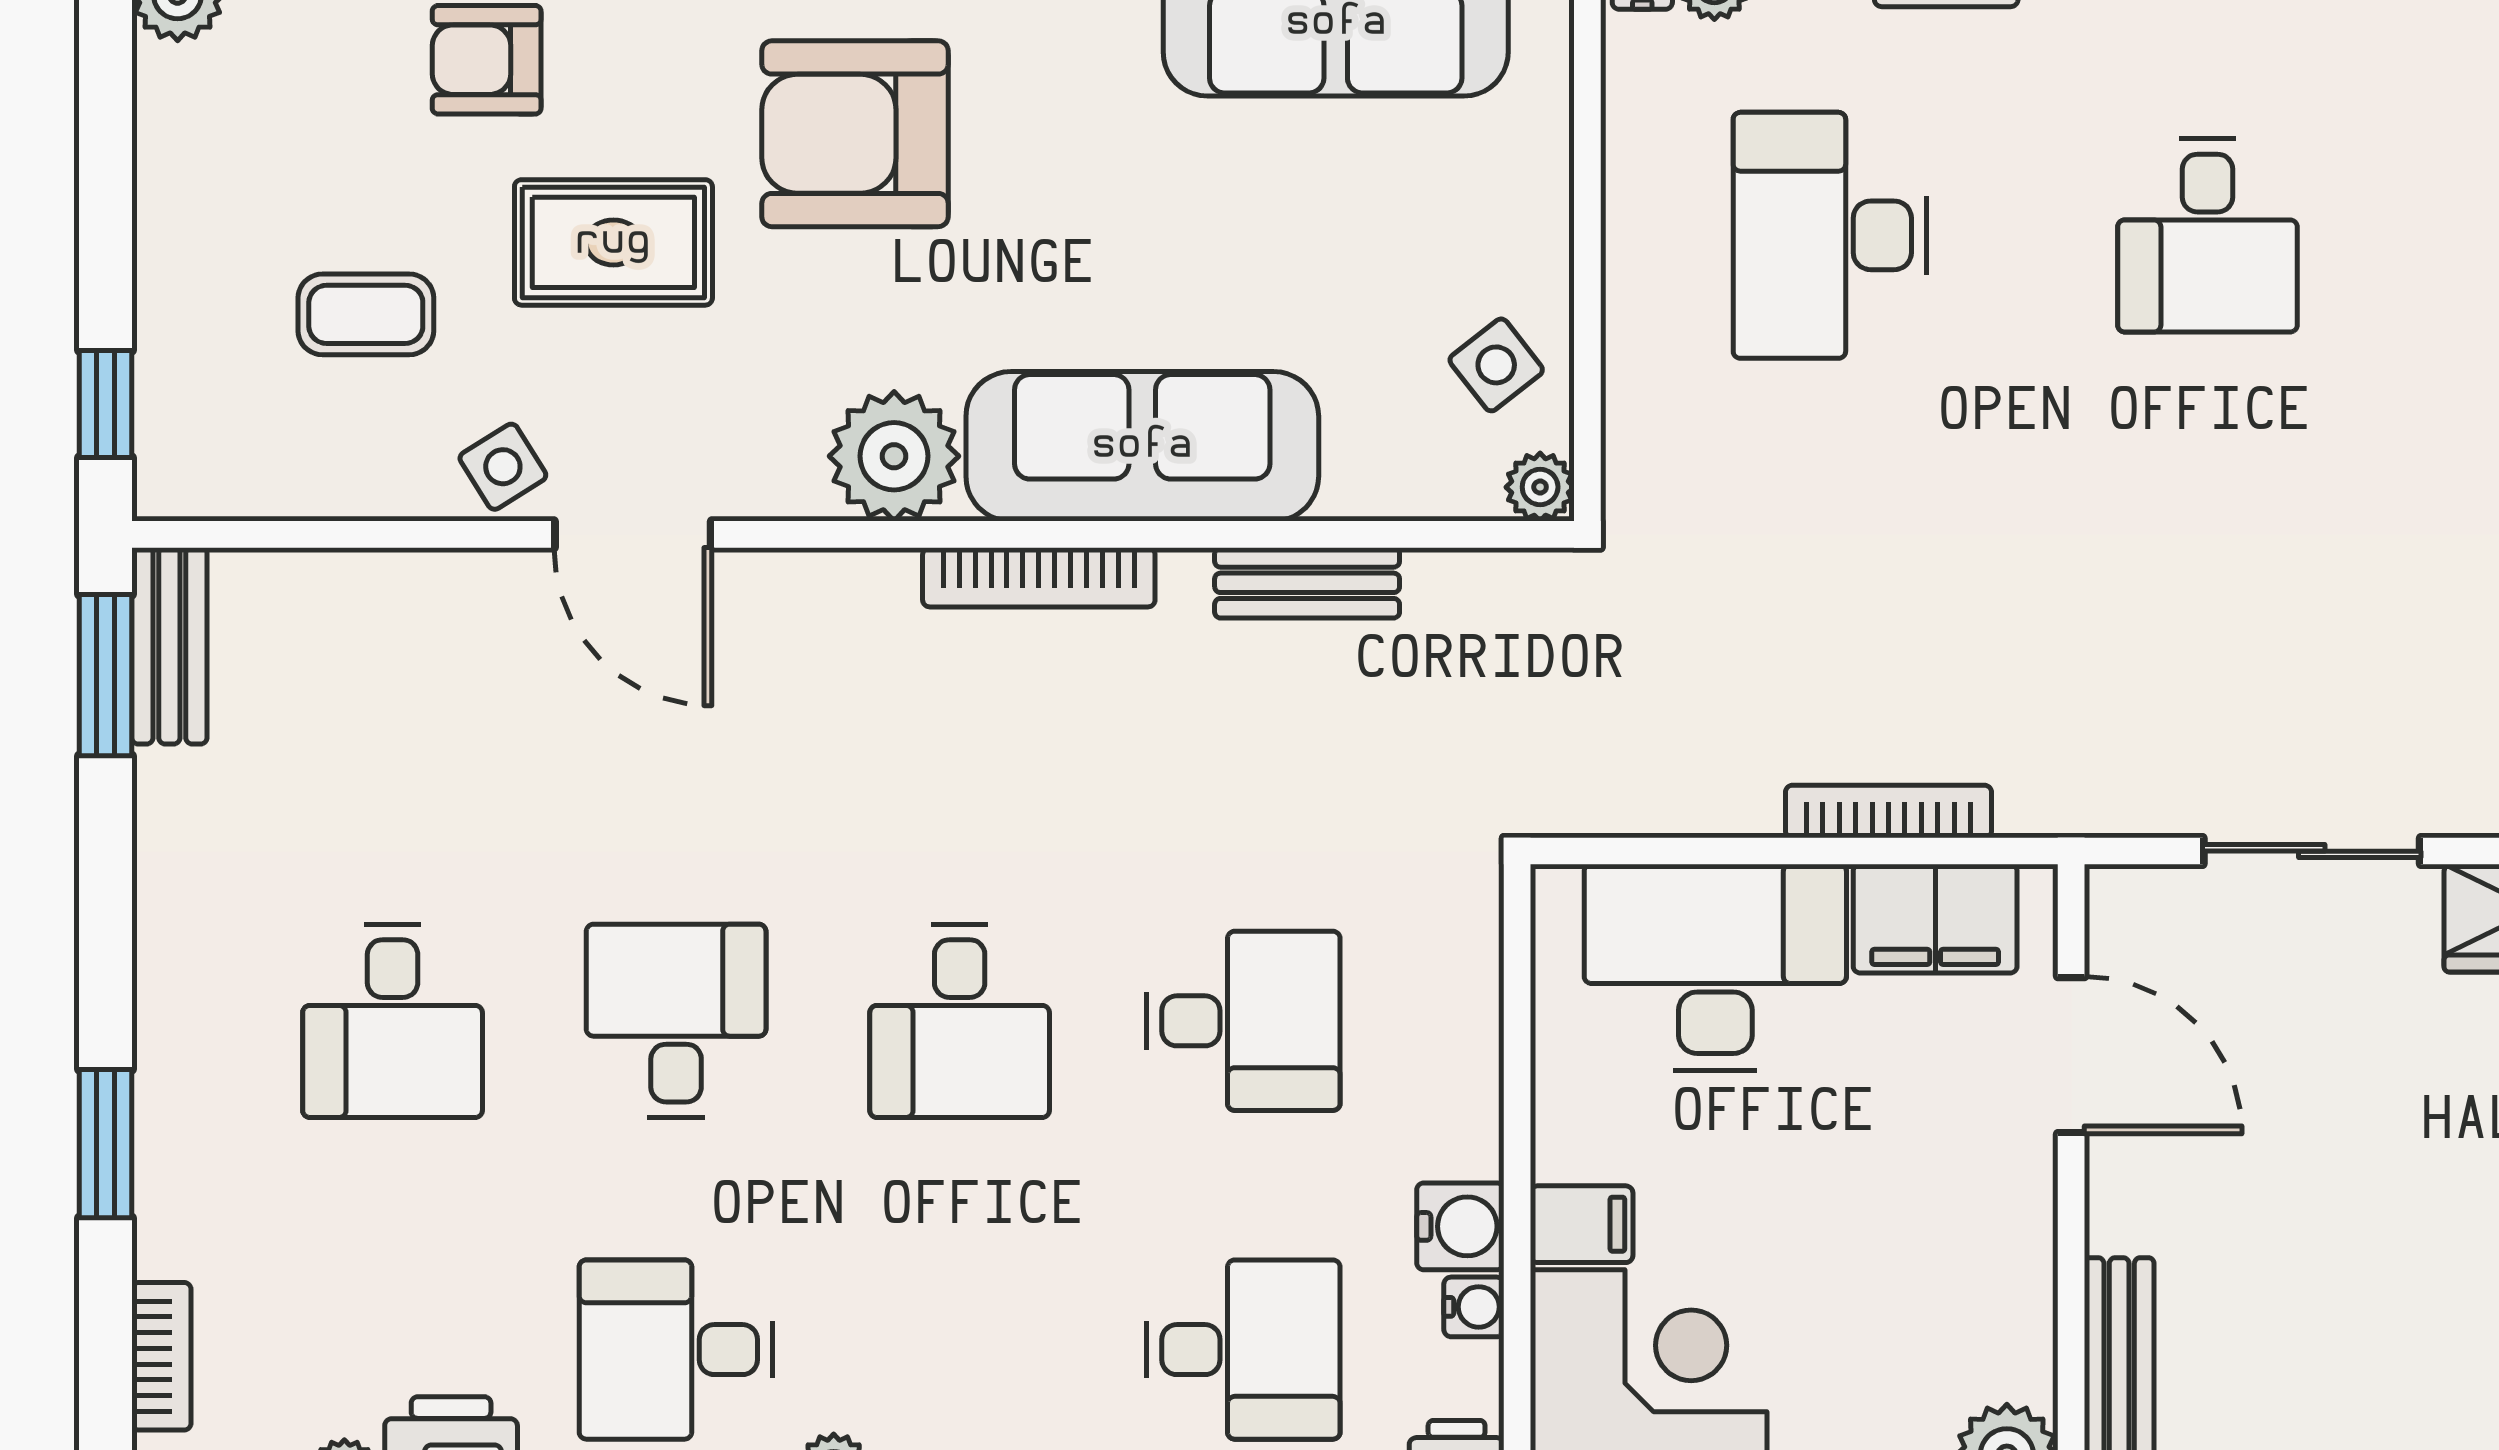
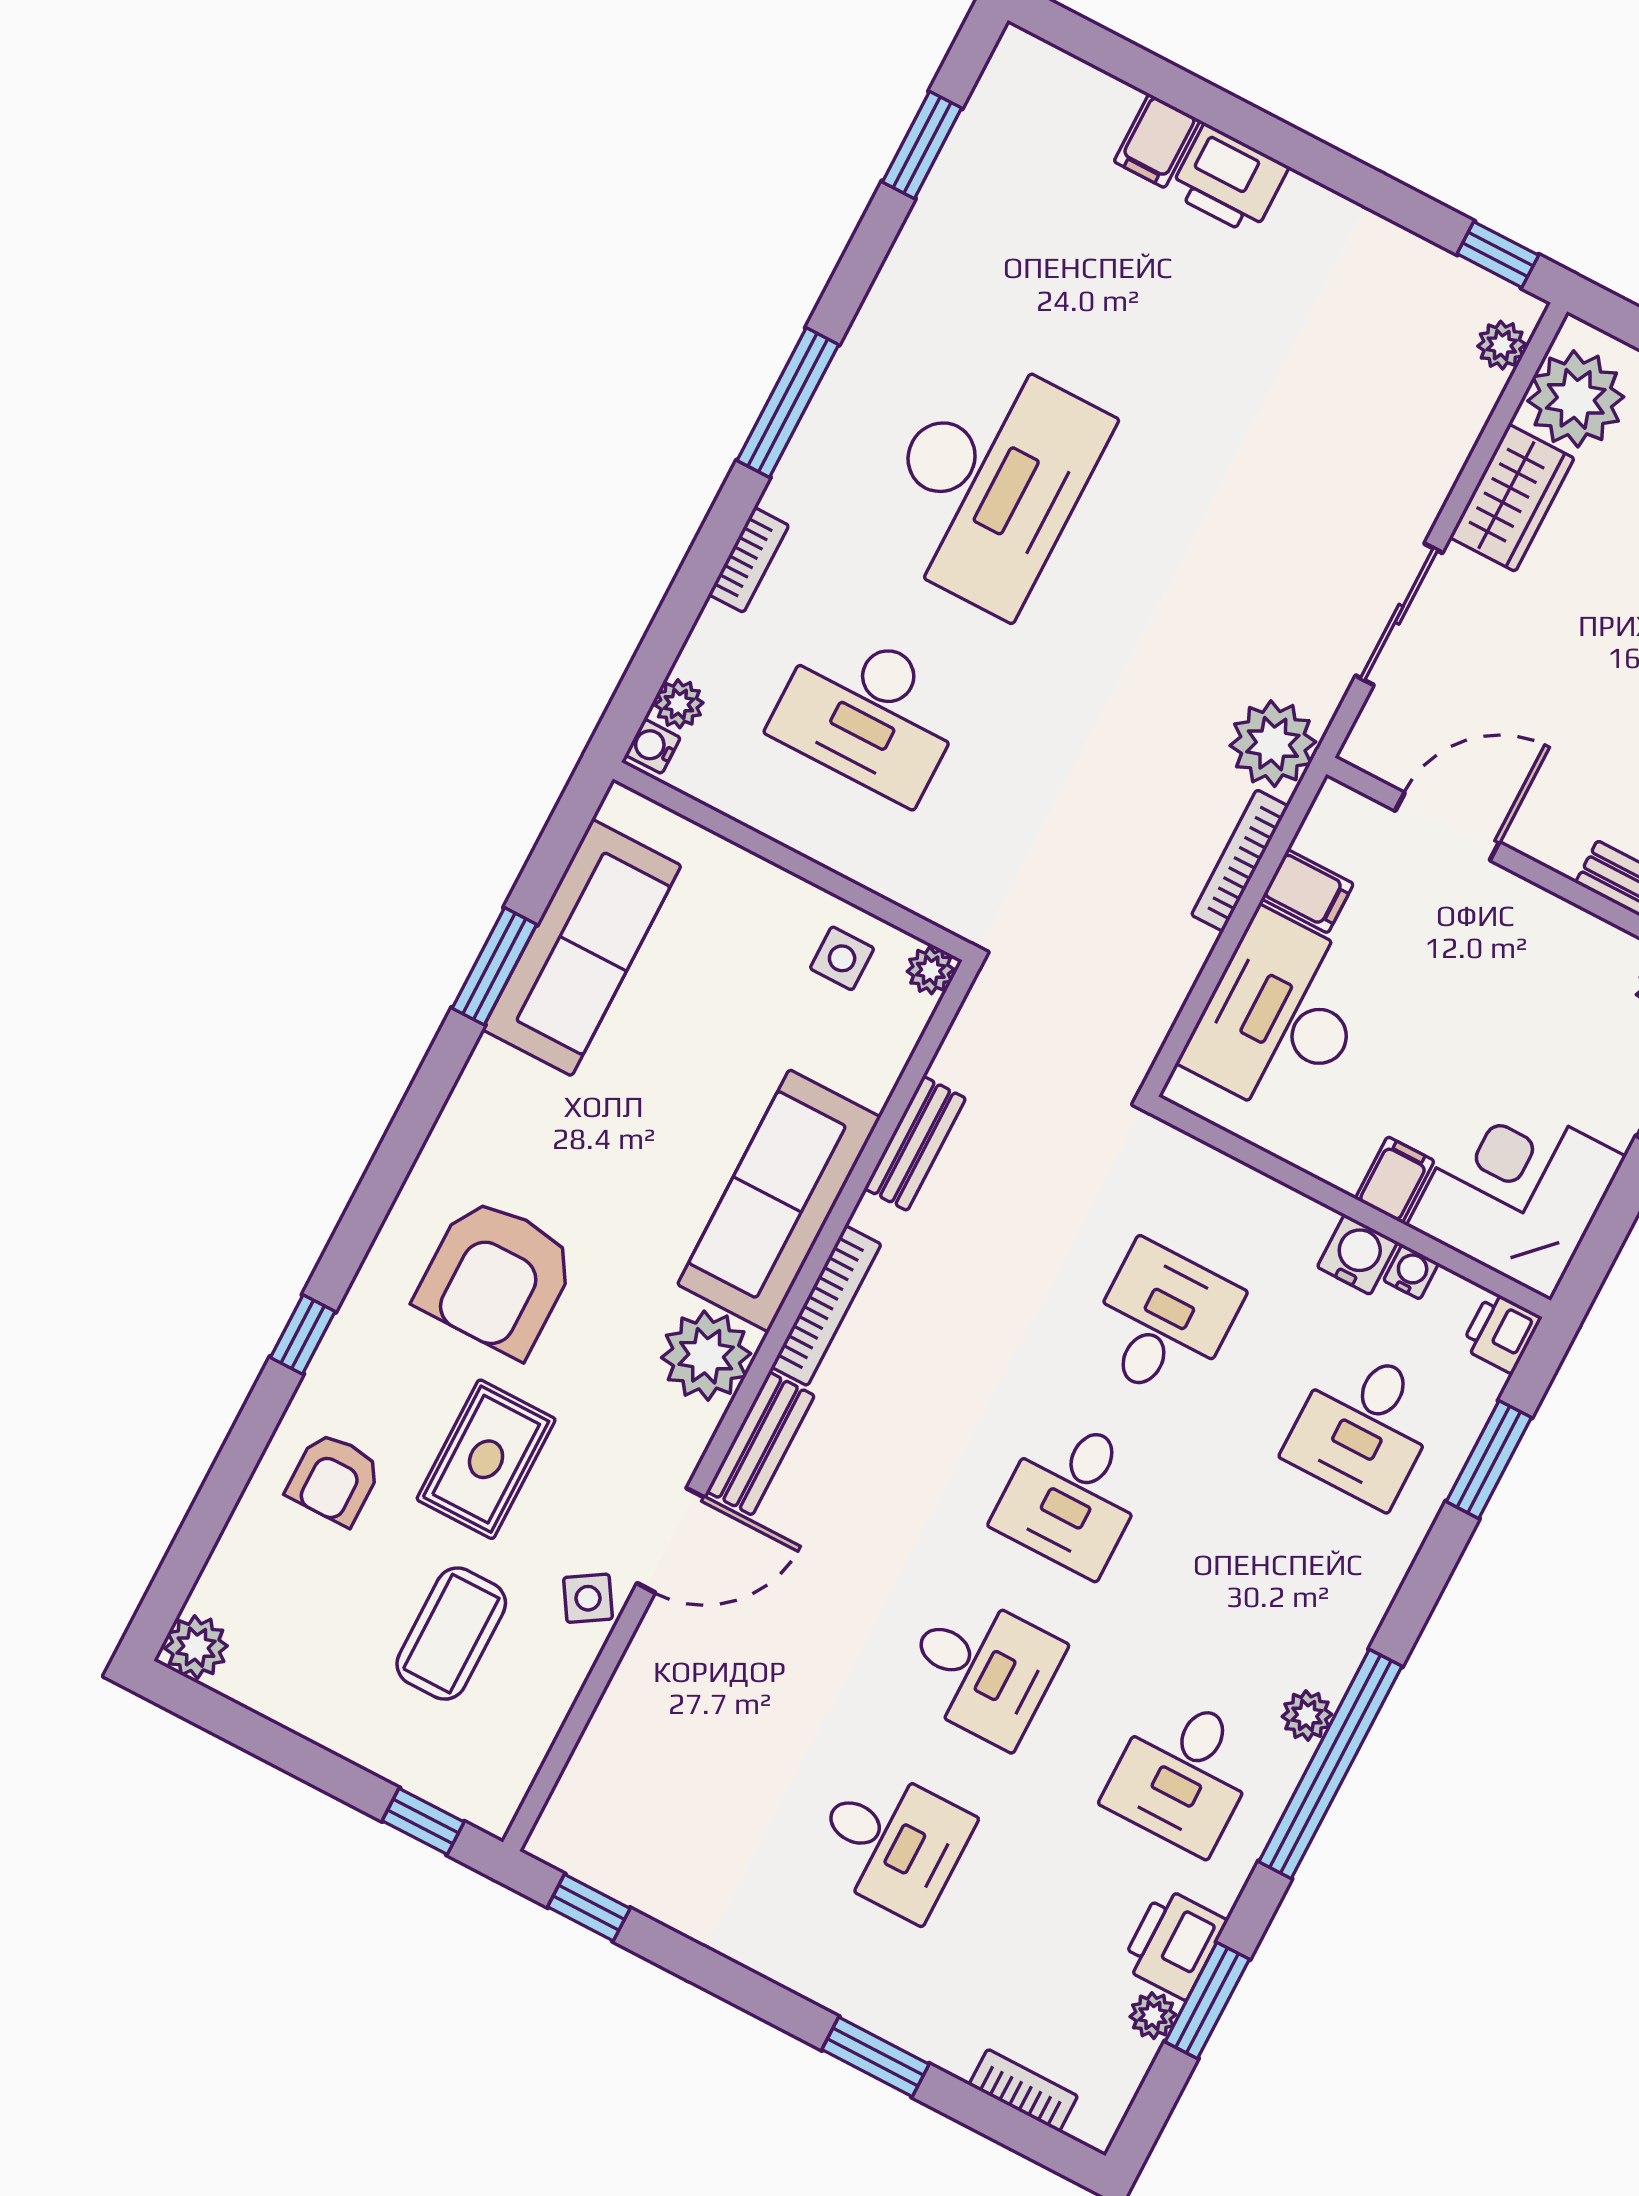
desk: (2207, 235) -> (989, 482), width x1.87, depth x1.30
coffee table: (366, 314) -> (451, 1634), width x1.36, depth x1.30
side table: (1496, 365) -> (842, 958), turned 38
bench: (169, 646) -> (761, 1444), moved, turned 90
window: (105, 675) -> (589, 1908), width x0.67
plant: (2061, 775) -> (1273, 744), added
filing cabinet: (1935, 919) -> (1307, 891), width x0.50
desk: (676, 1021) -> (982, 1669), turned 180
desk: (960, 1021) -> (1072, 1495), turned 90
desk: (1243, 1350) -> (1364, 1427), turned 180

